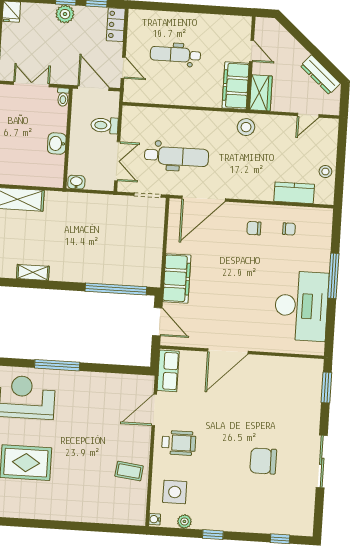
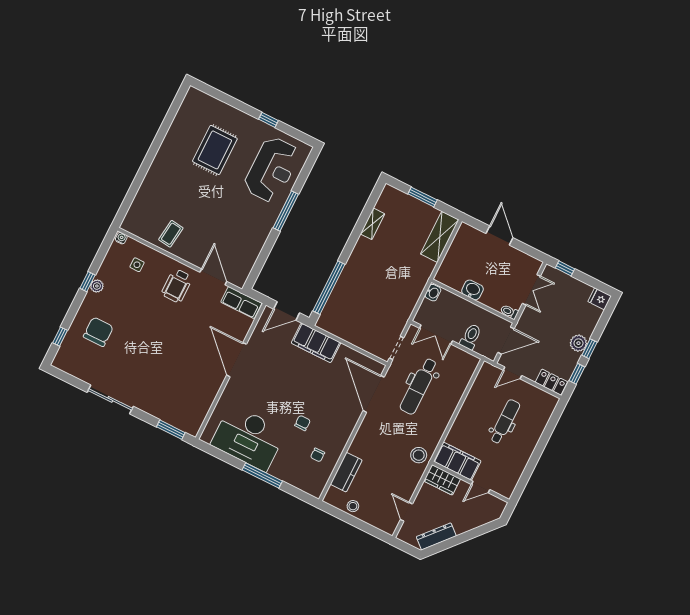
chair: (254, 228) -> (303, 423), moved
chair: (263, 461) -> (98, 332), moved
side table: (175, 492) -> (137, 265), width x0.54, depth x0.54
plant: (184, 521) -> (97, 286), moved

